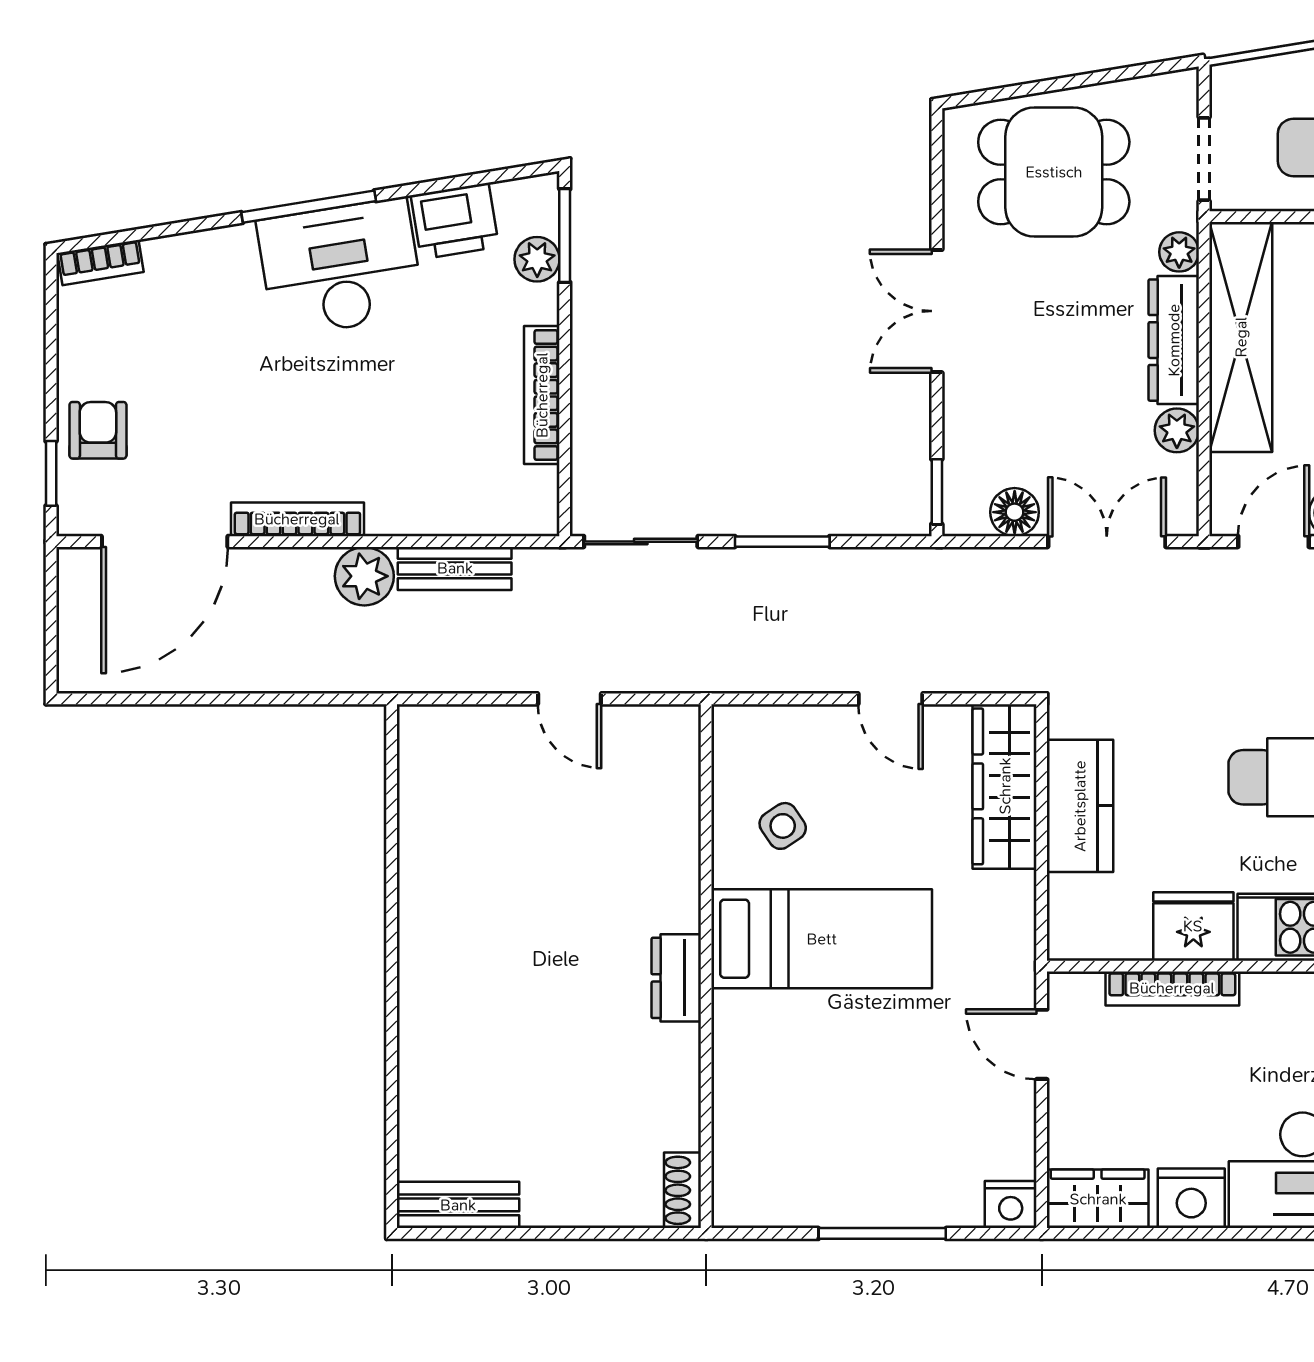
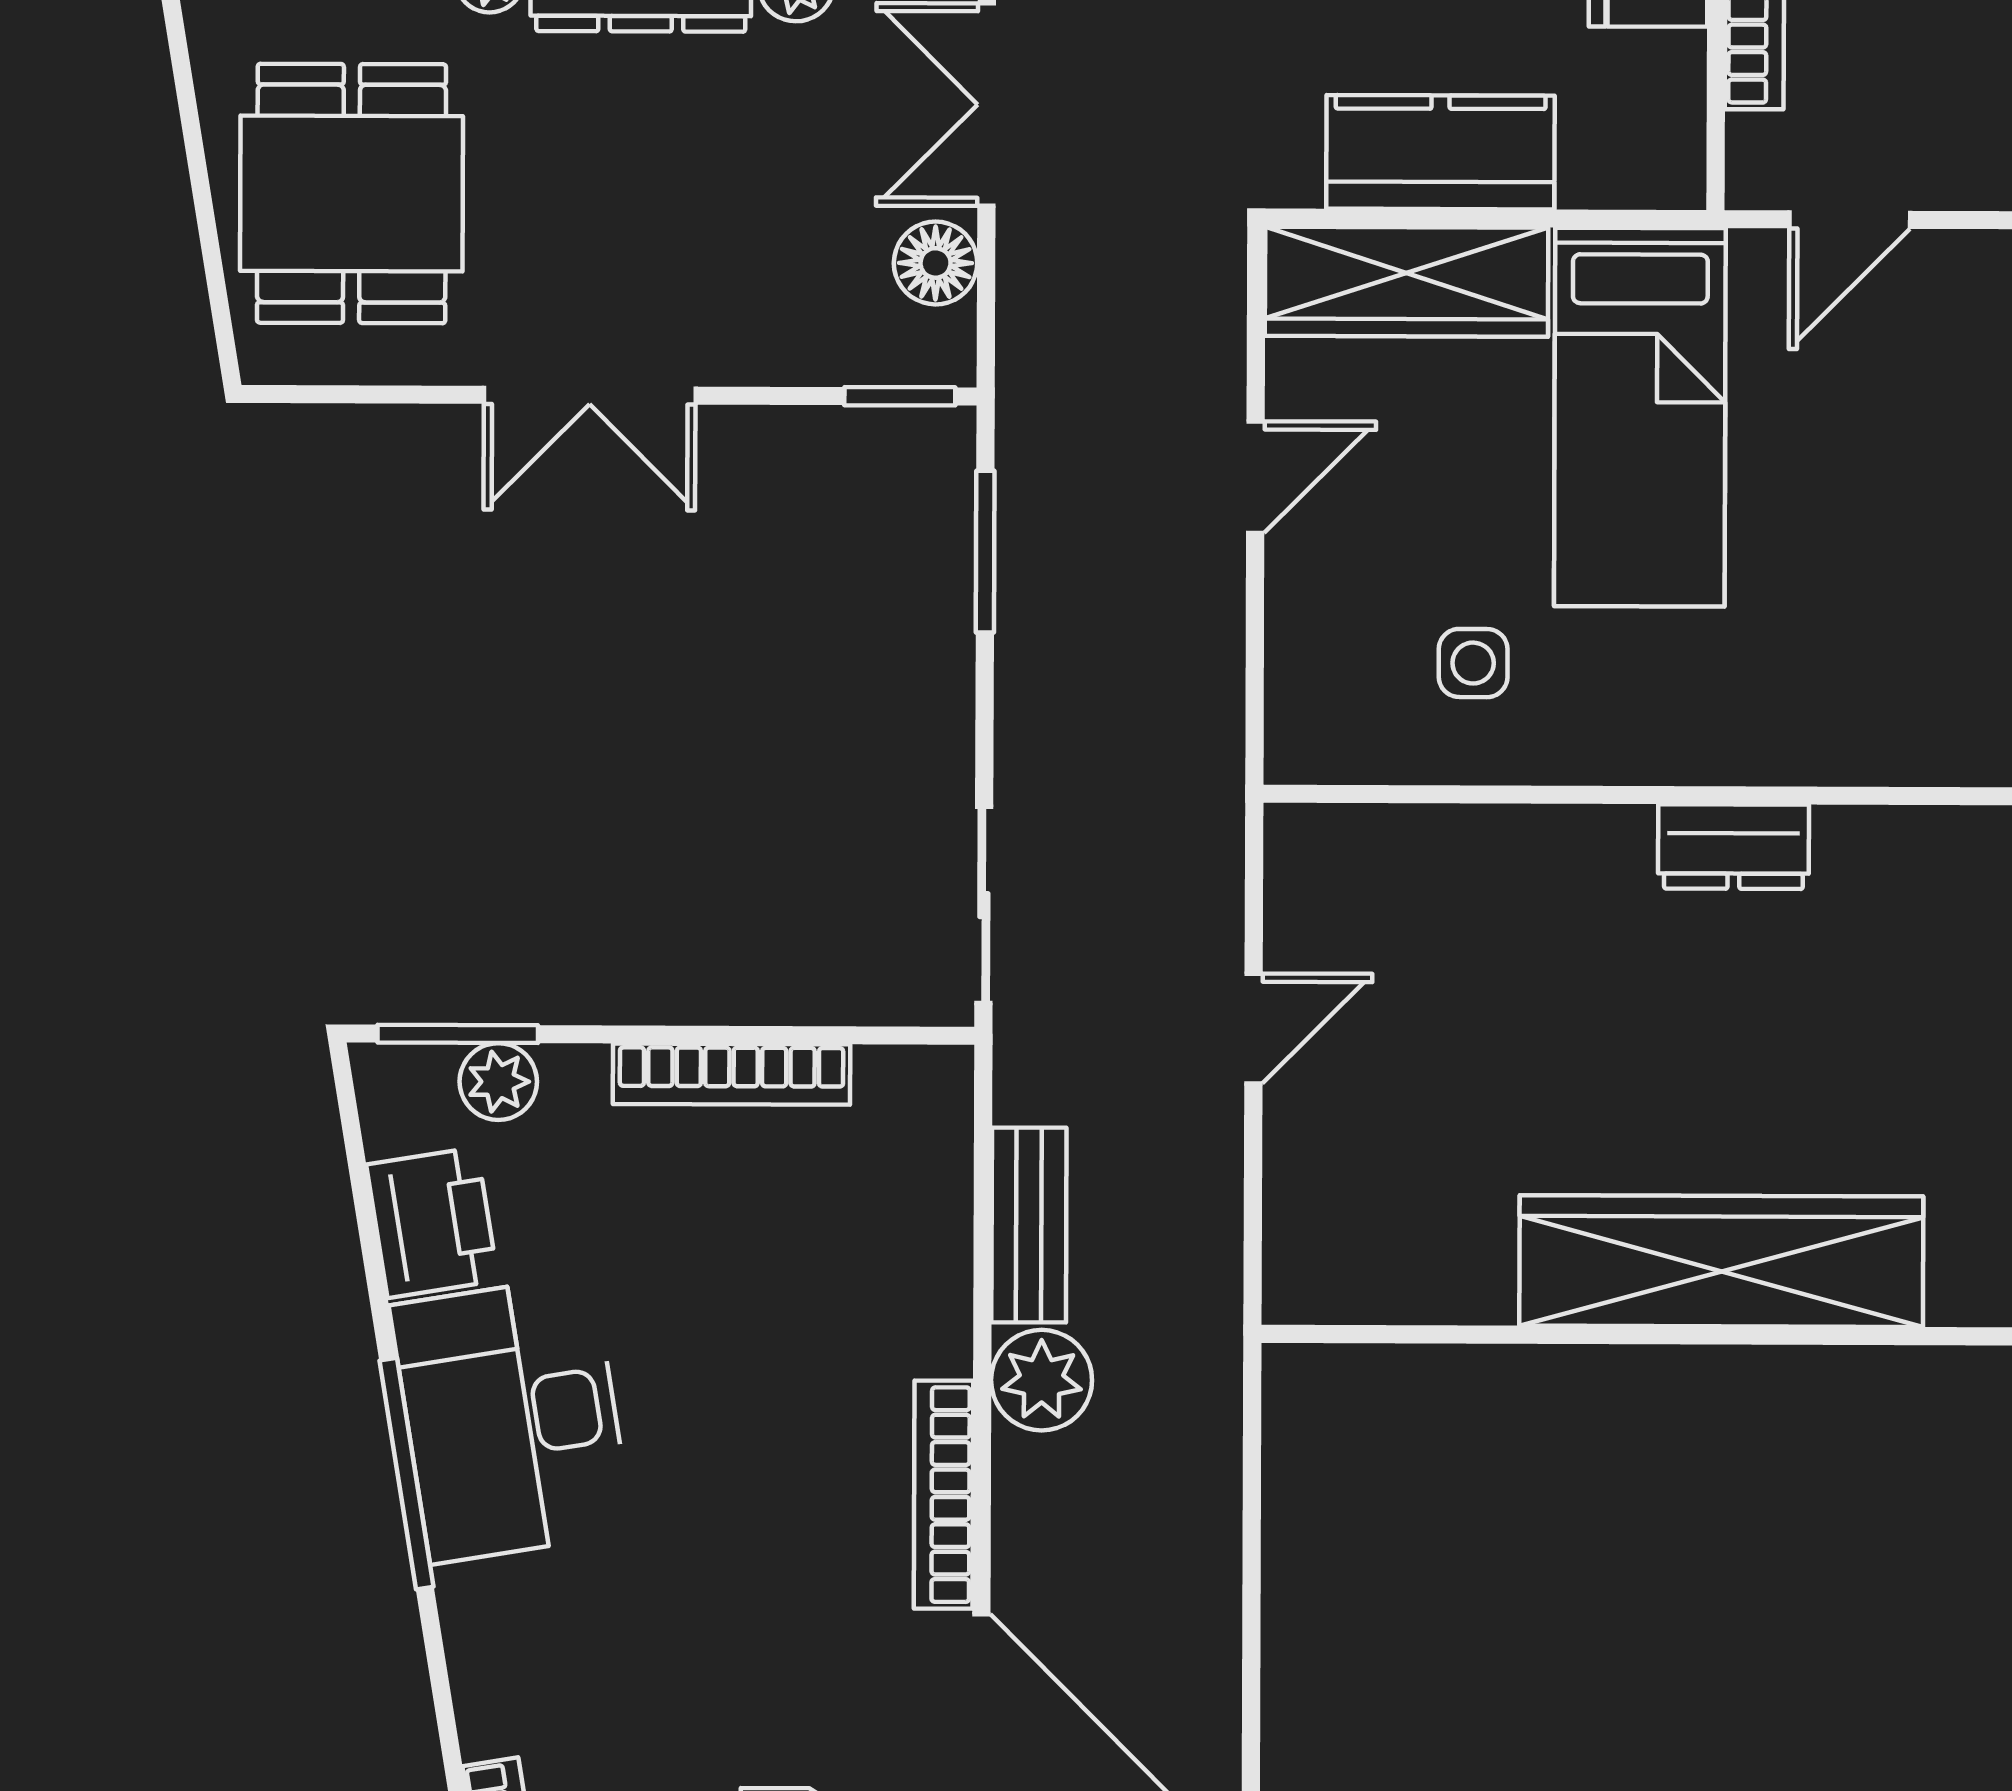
window: (782, 542) -> (985, 552), moved
side table: (783, 826) -> (1473, 663), turned 34
bed: (822, 939) -> (1640, 417), moved, turned 180
wardrobe: (435, 972) -> (1721, 1261), added

